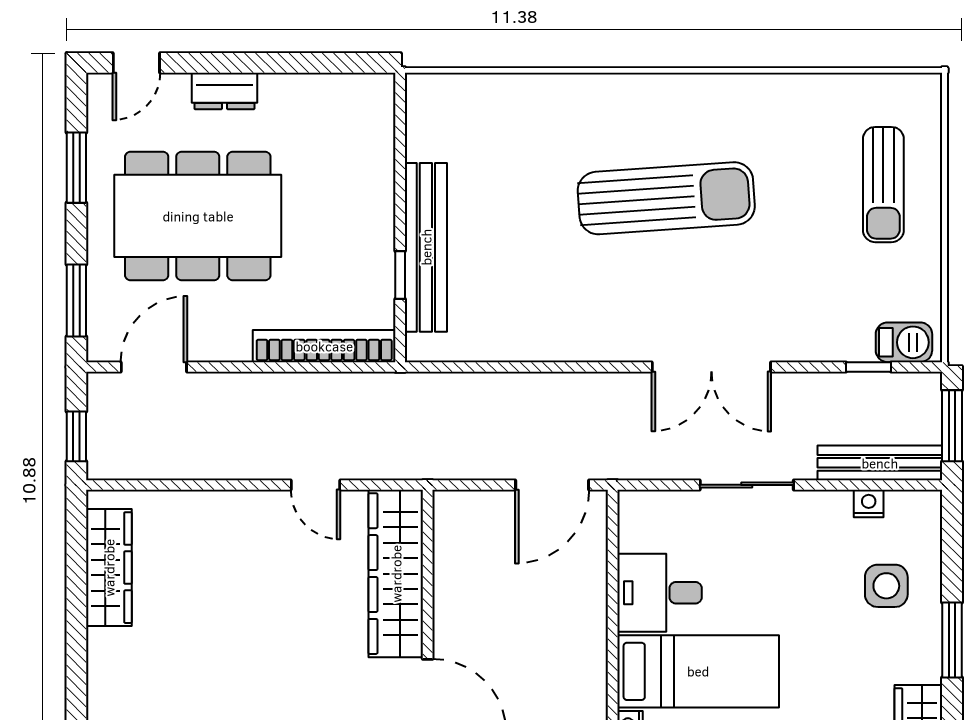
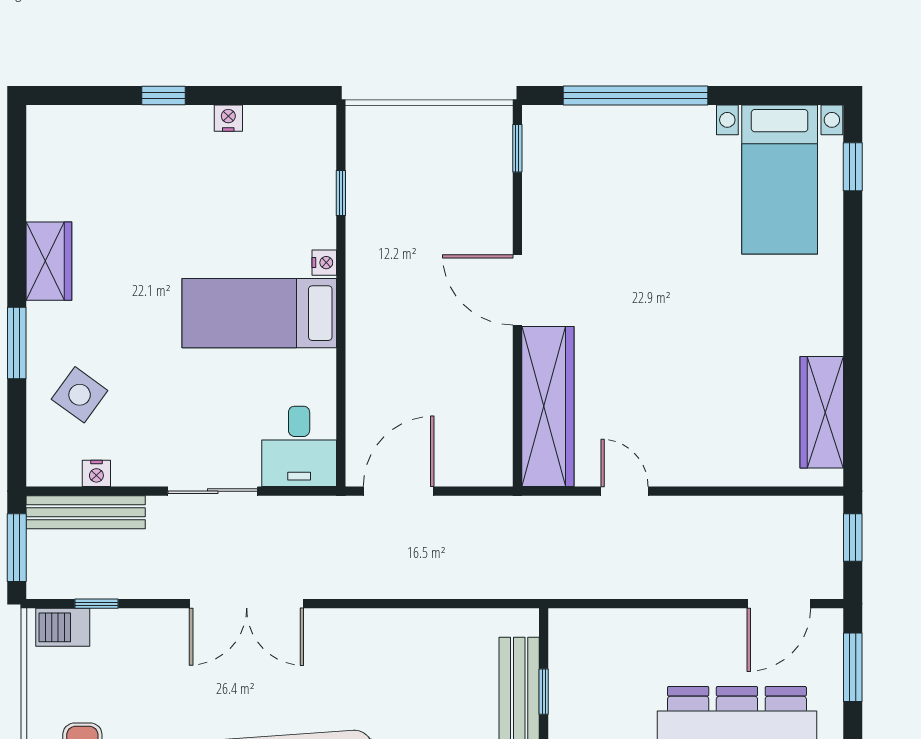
bookcase: (324, 346) -> (616, 624), removed
double door: (711, 367) -> (247, 604), swing flipped
side table: (886, 586) -> (80, 395), turned 36
desk: (659, 593) -> (299, 446), moved, turned 90

